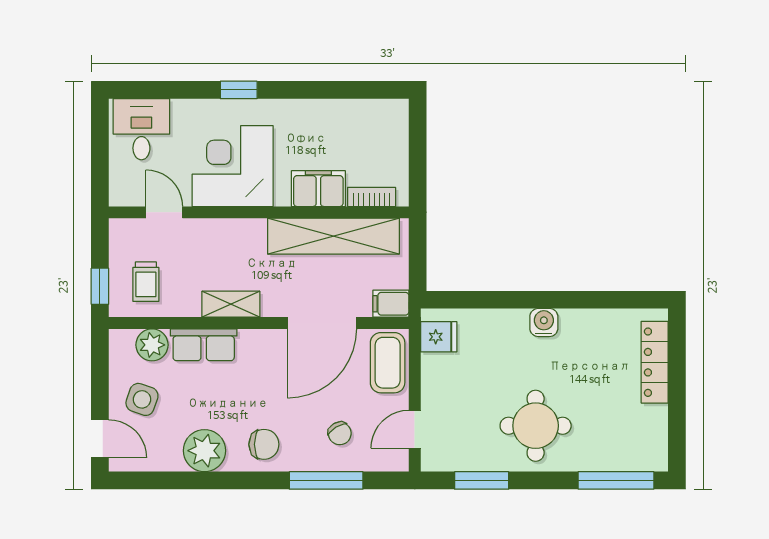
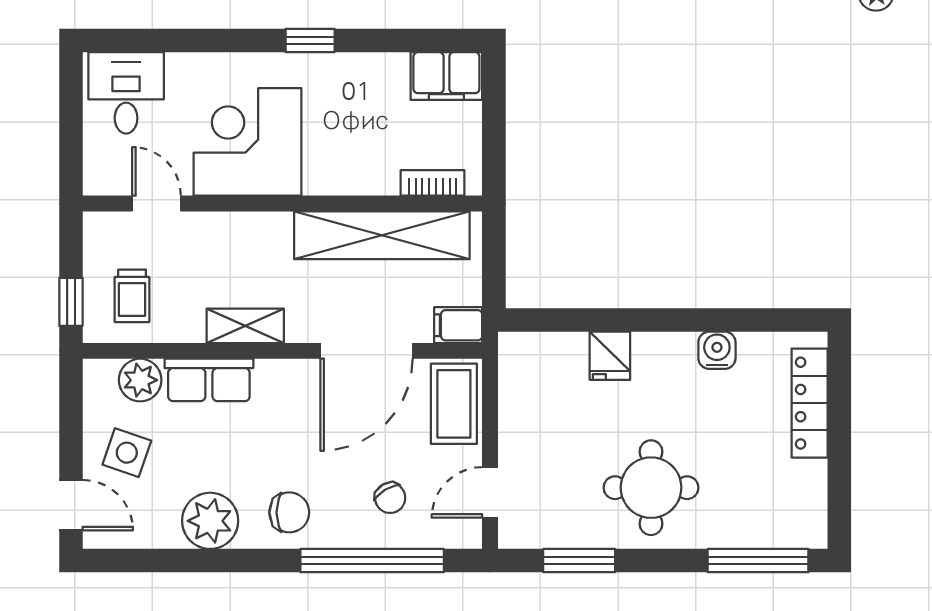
window: (239, 90) -> (310, 41), moved
filing cabinet: (318, 189) -> (446, 76), moved, turned 180
water cooler: (544, 323) -> (717, 350), moved
fridge: (439, 337) -> (610, 356), moved, turned 90
window: (326, 480) -> (372, 561), width x1.46

